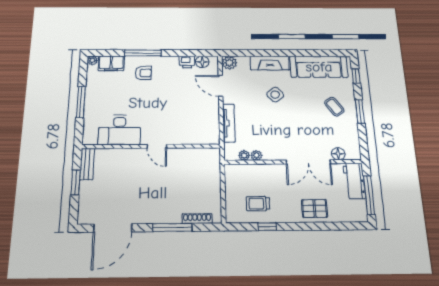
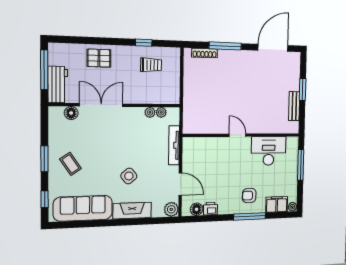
desk: (119, 130) -> (269, 151), moved
wall: (151, 146) -> (242, 135), moved
door: (157, 146) -> (237, 135), moved

